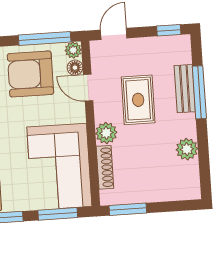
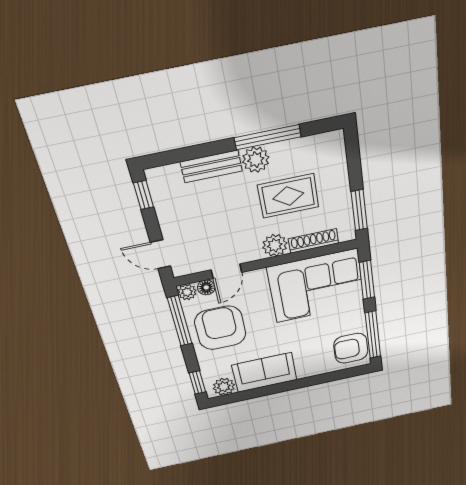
armchair: (30, 74) -> (220, 328), turned 180
window: (199, 92) -> (268, 137), moved
rug: (138, 100) -> (288, 196), moved
plant: (187, 149) -> (256, 160), moved

